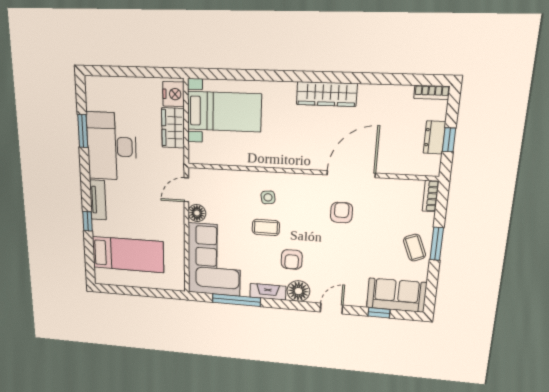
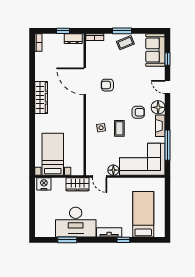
wardrobe: (173, 128) -> (77, 184), moved
dresser: (434, 137) -> (73, 39), moved

